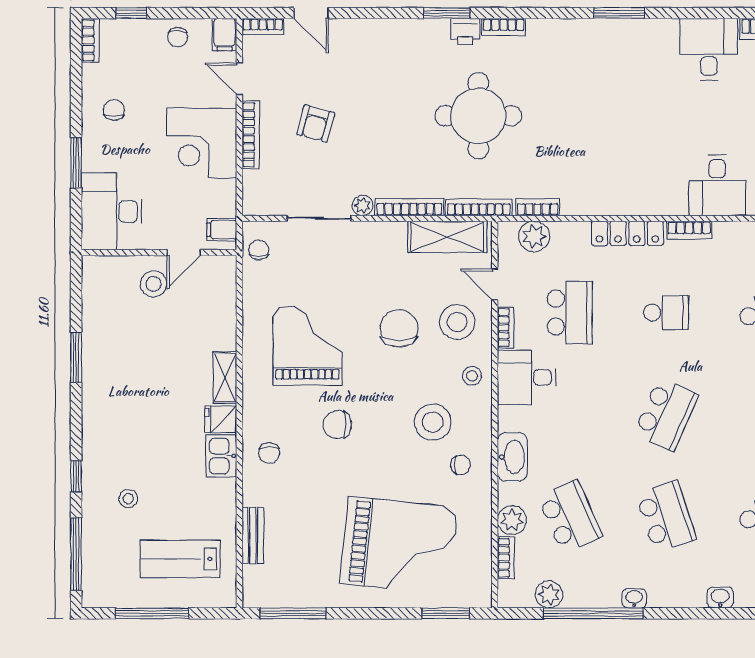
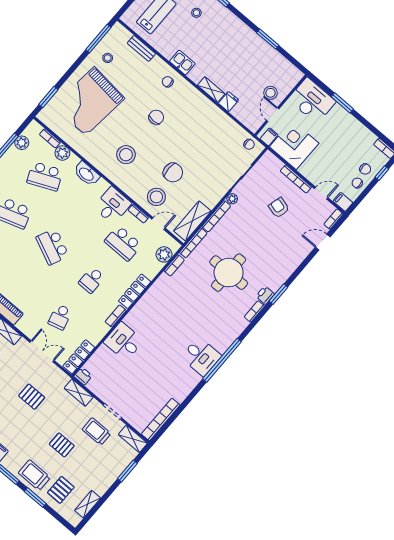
window: (619, 13) -> (222, 360), width x2.11
desk: (709, 49) -> (201, 357), moved
chair: (114, 110) -> (365, 169), moved
corner desk: (202, 143) -> (294, 145), moved
grand piano: (307, 346) -> (196, 132), removed
stool: (472, 376) -> (108, 58), moved
fridge: (221, 419) -> (228, 102), moved
chair: (461, 465) -> (100, 151), removed

